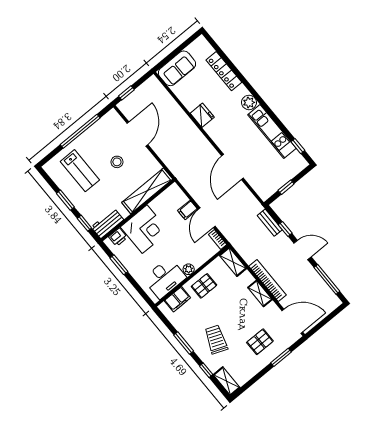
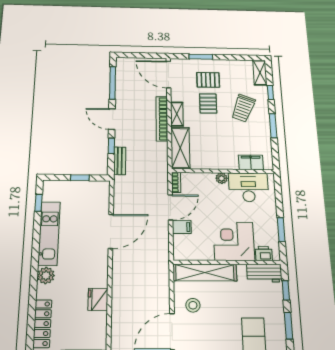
stool: (117, 162) -> (193, 305), moved
shelving: (233, 262) -> (180, 148), width x1.50, depth x1.33
pallet: (204, 286) -> (208, 103), moved, turned 90

